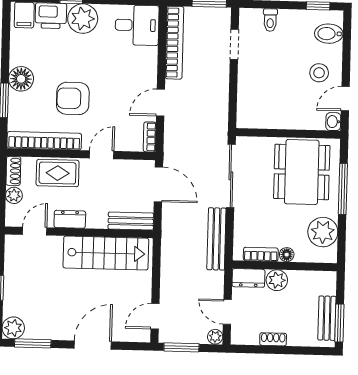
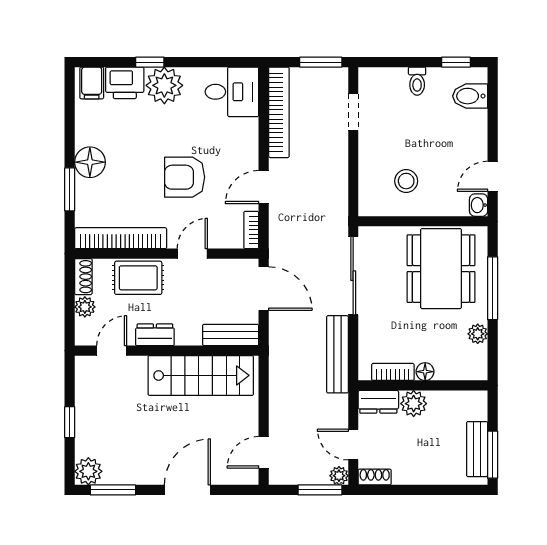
toilet: (270, 20) -> (417, 81), moved
stool: (319, 73) -> (406, 181), moved
armchair: (73, 98) -> (185, 177), moved
plant: (323, 232) -> (478, 334), width x0.53, depth x0.53
shoe rack: (273, 339) -> (375, 477), moved
window: (181, 347) -> (320, 490), moved

